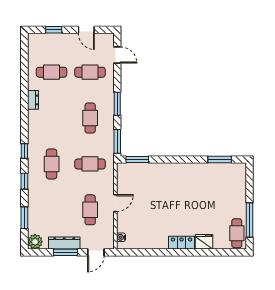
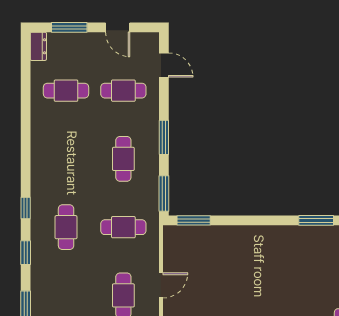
window: (54, 30) -> (69, 27), width x1.50
dresser: (33, 100) -> (38, 46), moved

